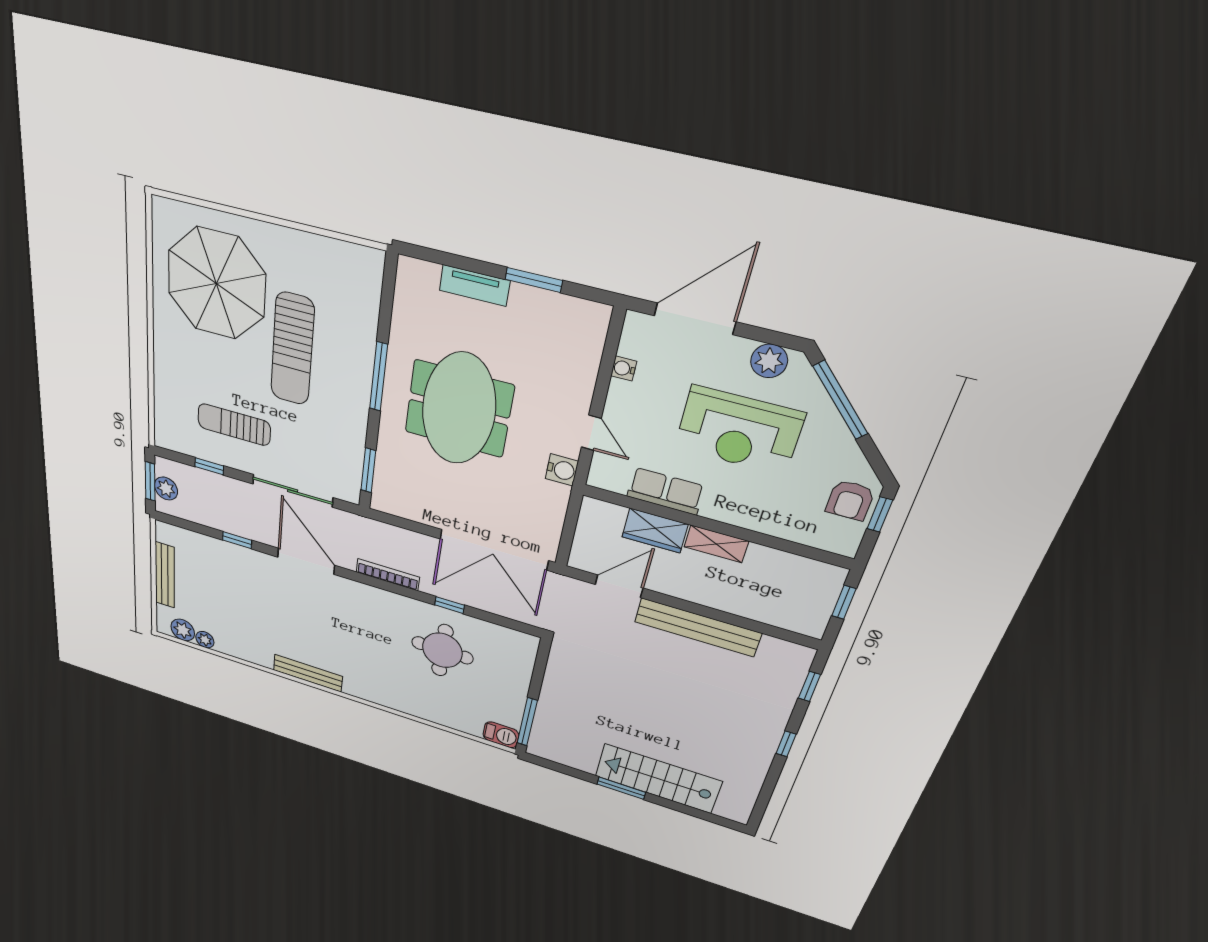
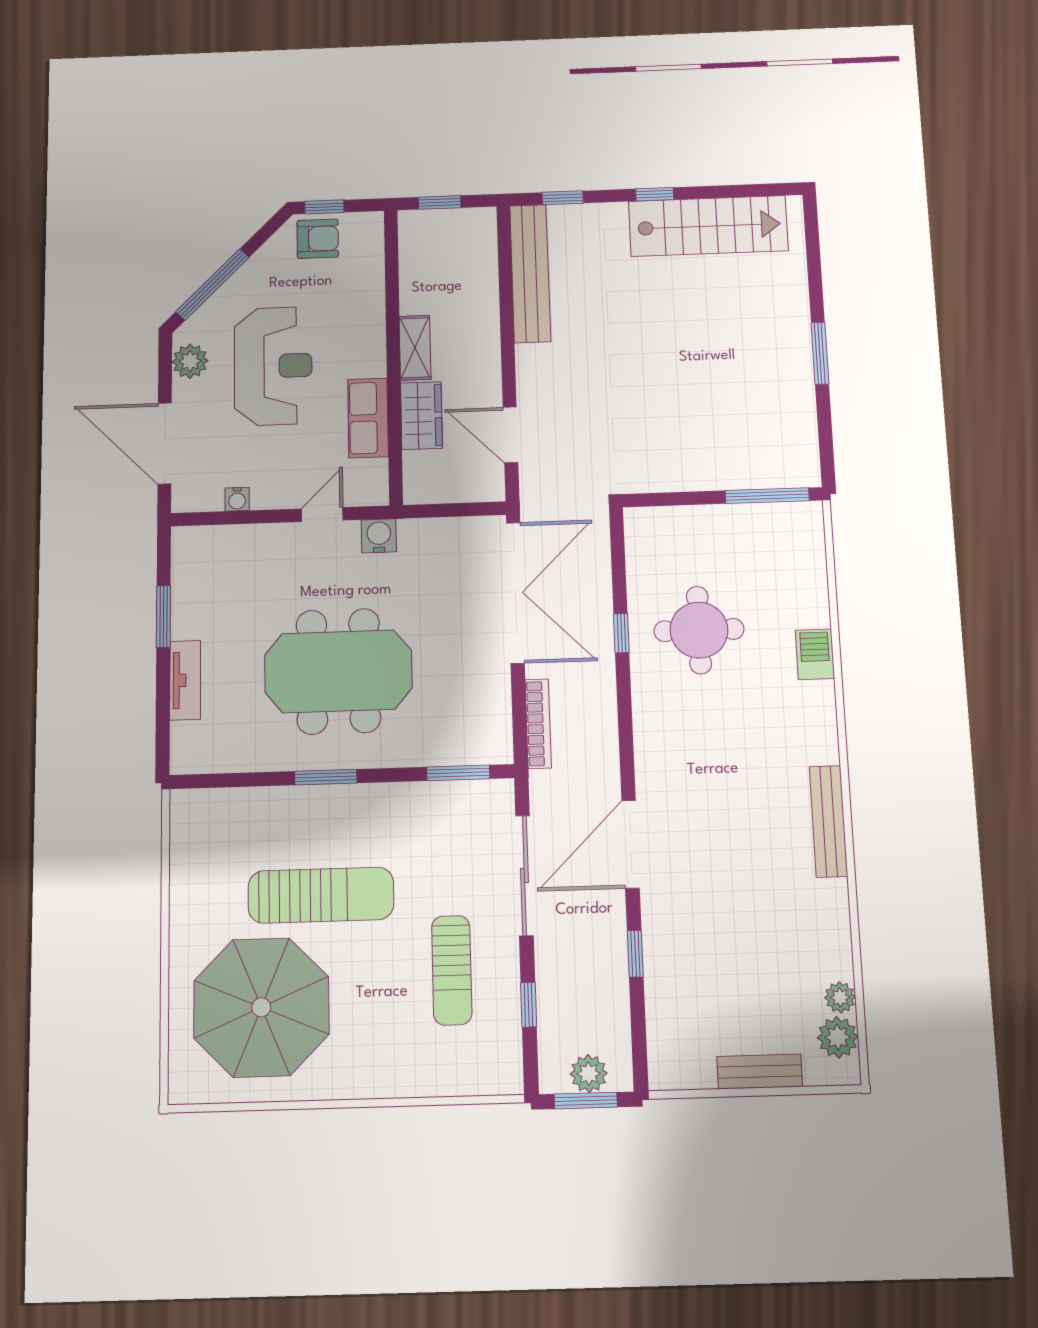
window: (379, 377) -> (326, 777), width x0.69
bench: (165, 575) -> (760, 1072), width x0.73
bookcase: (388, 575) -> (538, 724), moved, turned 180
bench: (697, 627) -> (530, 273), moved
barbecue: (501, 735) -> (815, 654), moved
stairs: (658, 779) -> (708, 226), moved, turned -90

